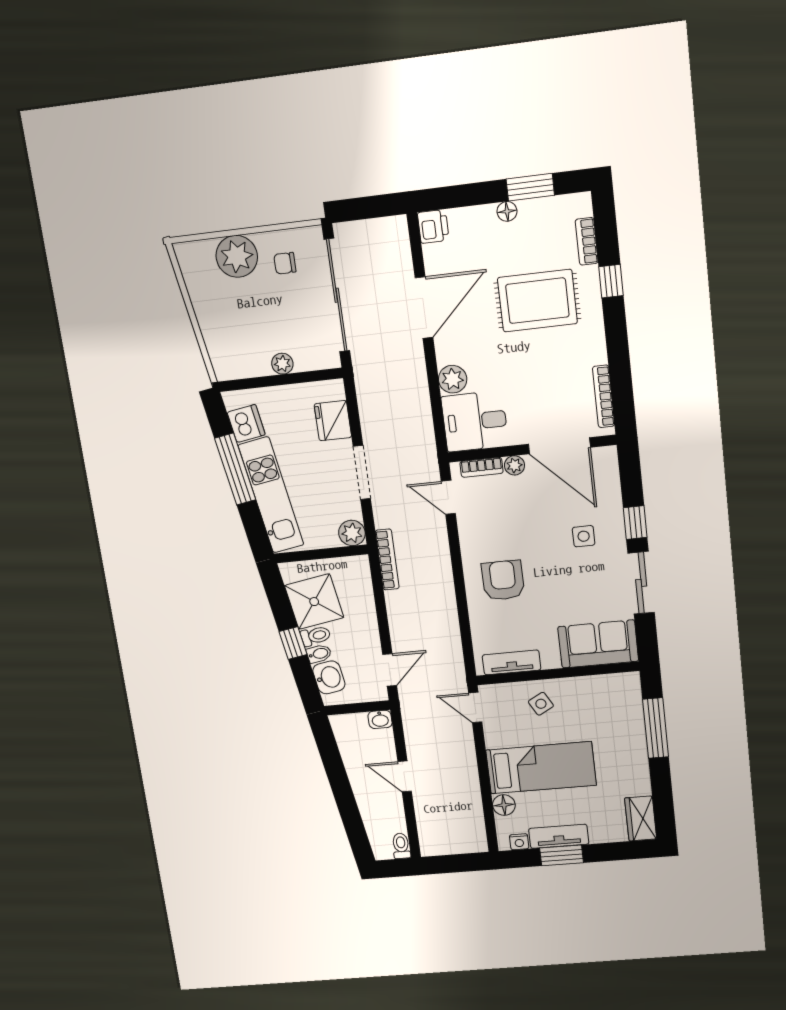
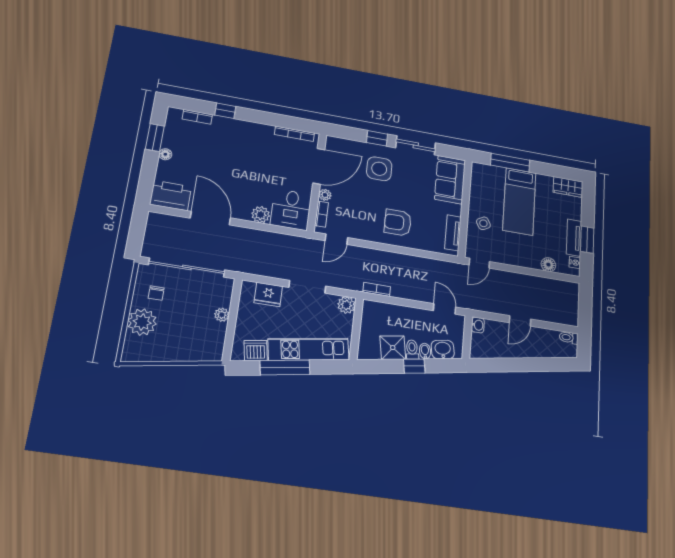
printer: (433, 226) -> (171, 195), width x1.87, depth x1.48
rug: (537, 301) -> (225, 153), removed
side table: (584, 536) -> (379, 169), width x1.87, depth x1.87
bookcase: (387, 559) -> (377, 289), width x0.64
shower: (314, 602) -> (393, 348), width x0.73, depth x0.73
bed: (541, 768) -> (519, 201), moved, turned 180

